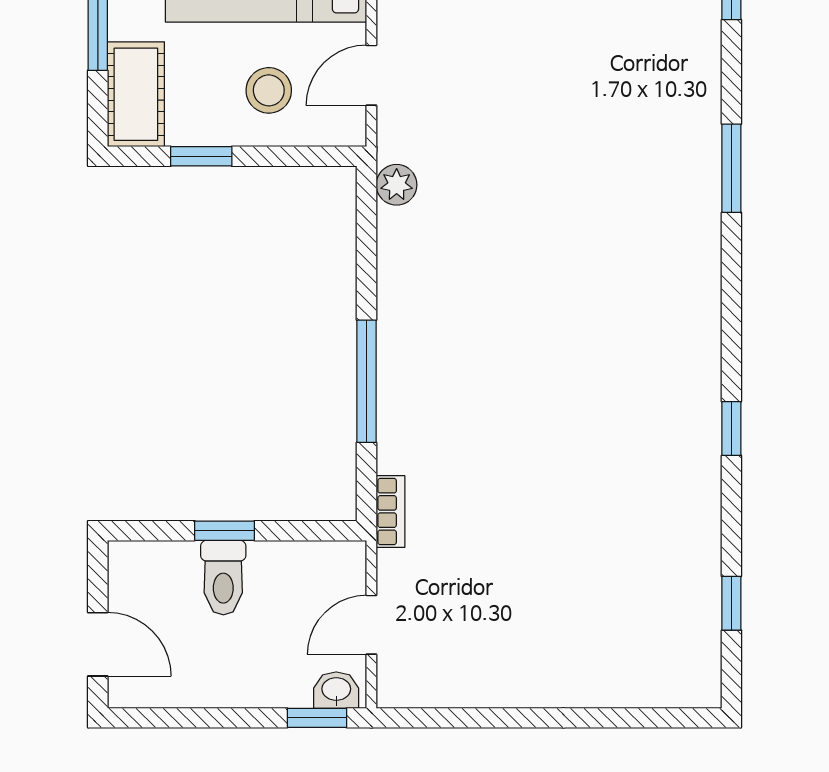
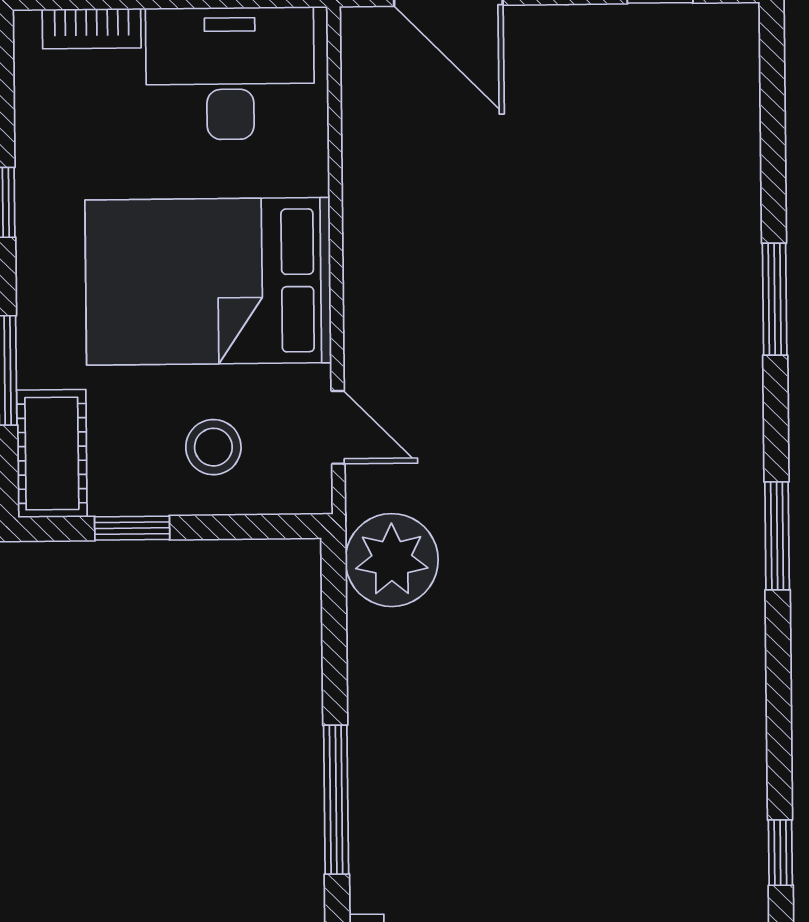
door: (371, 75) -> (338, 427), swing flipped
plant: (397, 185) -> (392, 560), width x1.87, depth x1.87

